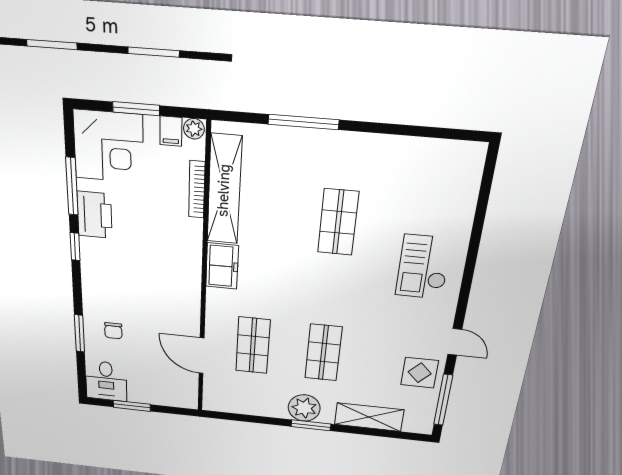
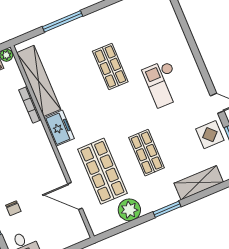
bookcase: (197, 189) -> (30, 105), moved
checkout: (423, 267) -> (163, 84), moved
shop shelf: (253, 345) -> (102, 171), width x1.43, depth x1.36
plant: (304, 408) -> (129, 210), moved

